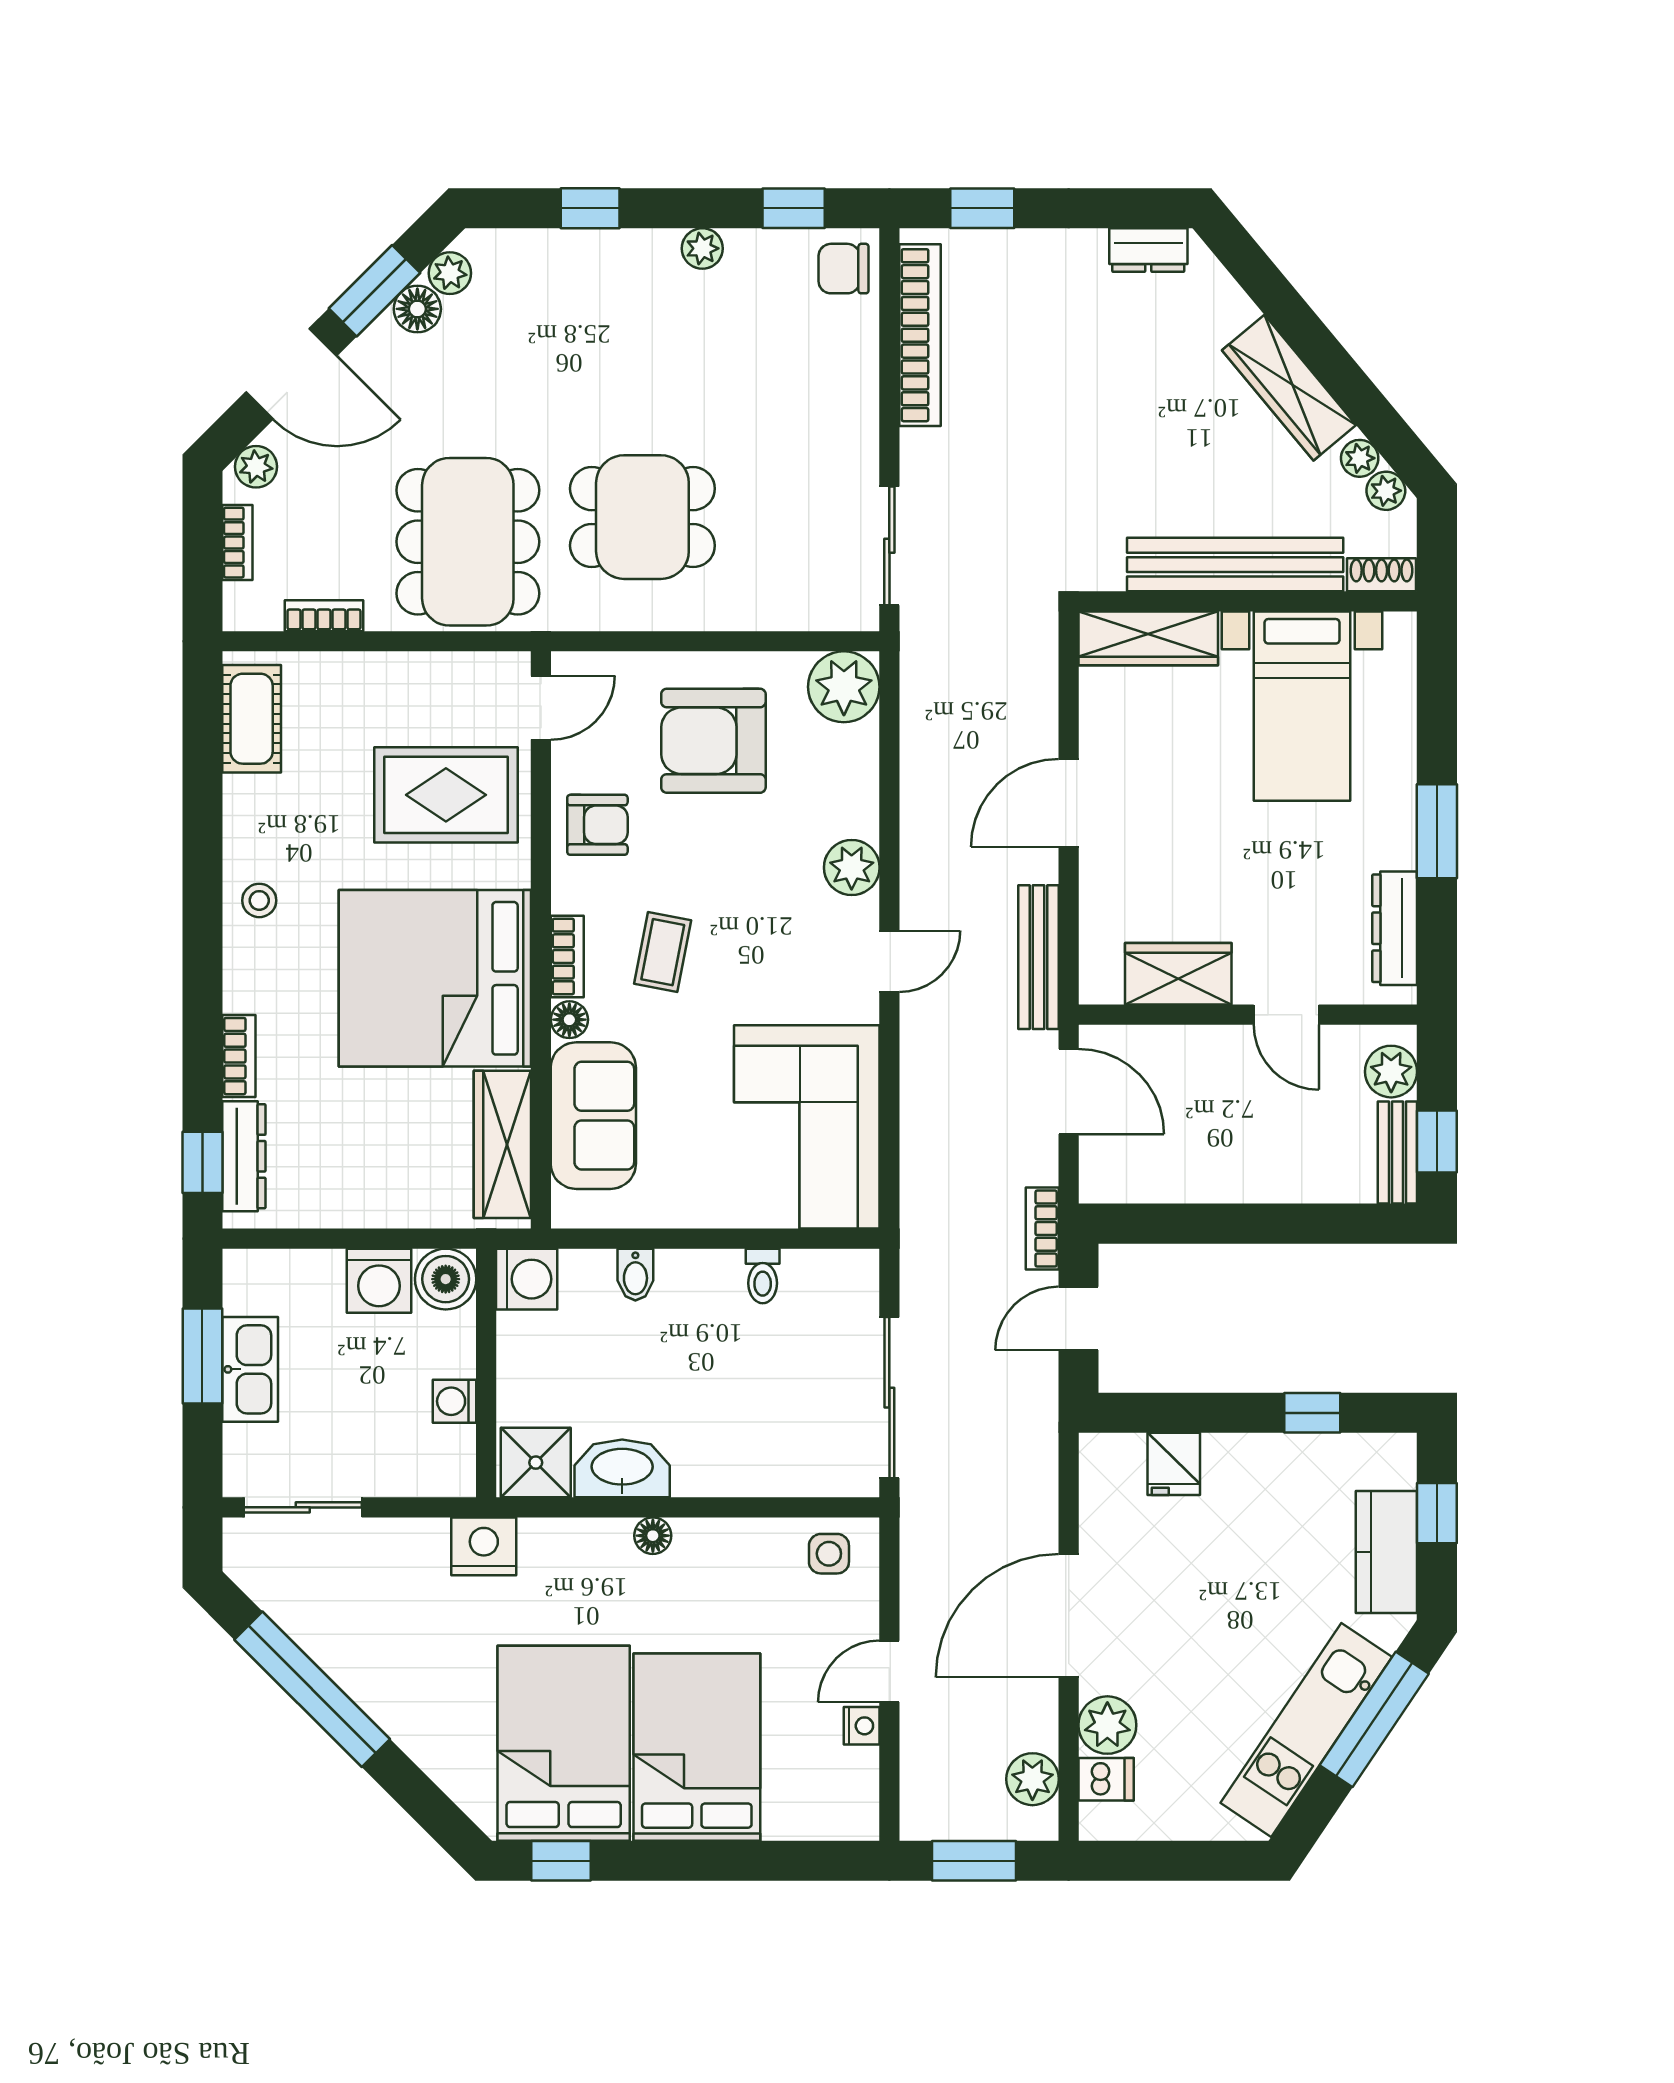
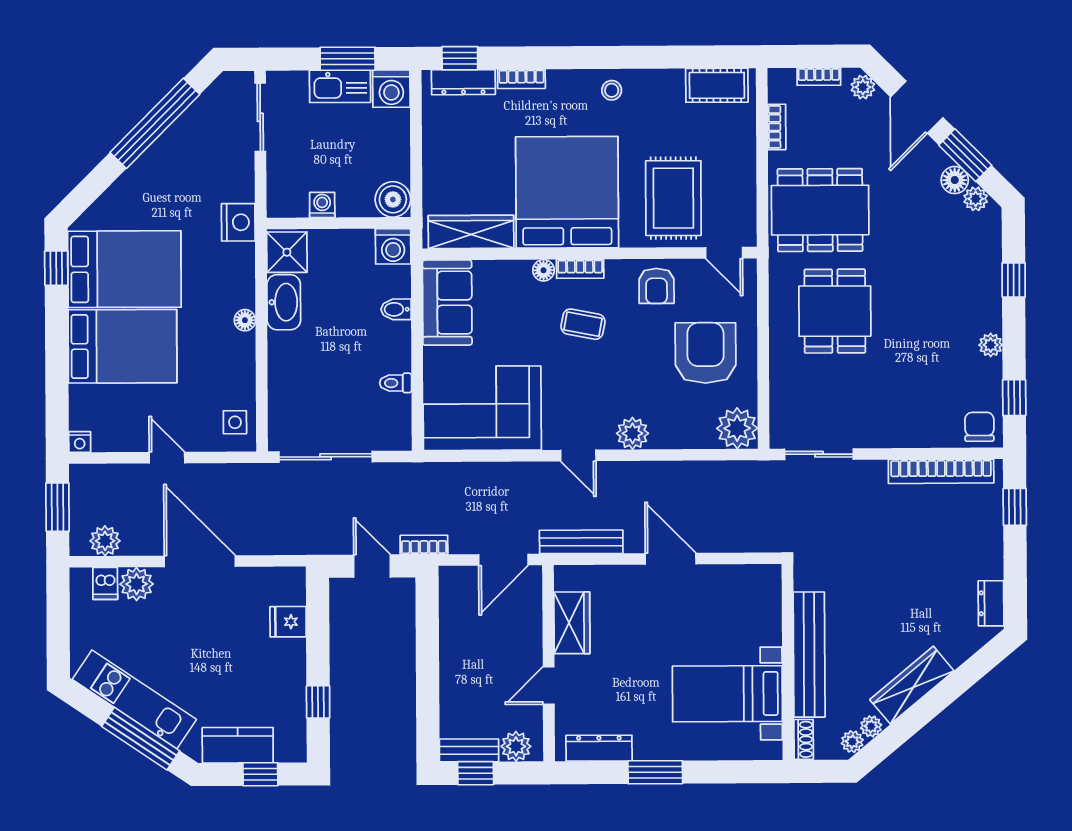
wardrobe: (1148, 638) -> (766, 604), removed
sofa: (593, 1116) -> (447, 303), moved, turned -90
washing machine: (379, 1281) -> (391, 89), moved, turned -90
nightstand: (862, 1726) -> (80, 442), moved

